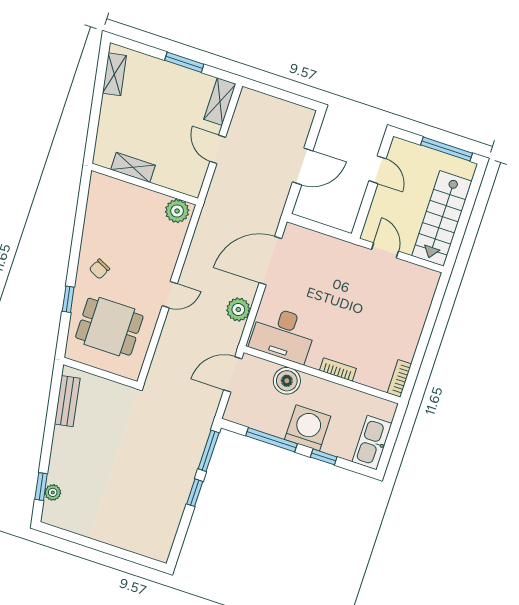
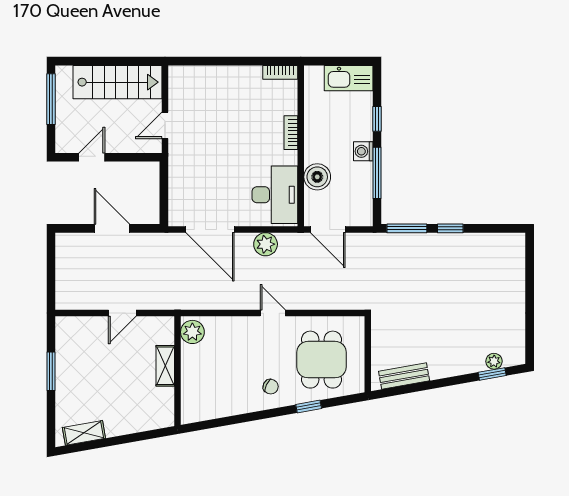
shelving: (220, 102) -> (77, 326), removed
shelving: (133, 167) -> (165, 366), moved
washing machine: (308, 428) -> (363, 151), width x0.53, depth x0.53

